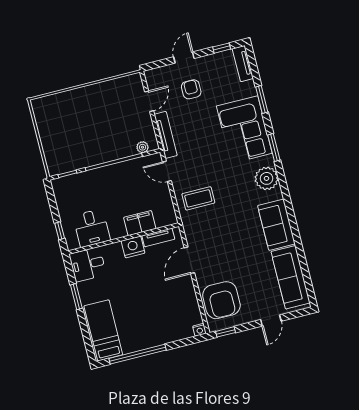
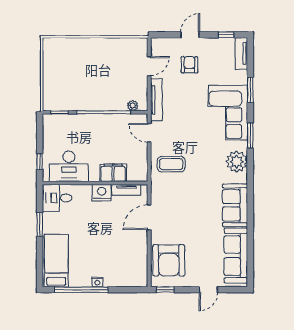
desk: (92, 228) -> (69, 166), width x1.37
nightstand: (200, 330) -> (97, 282), moved

